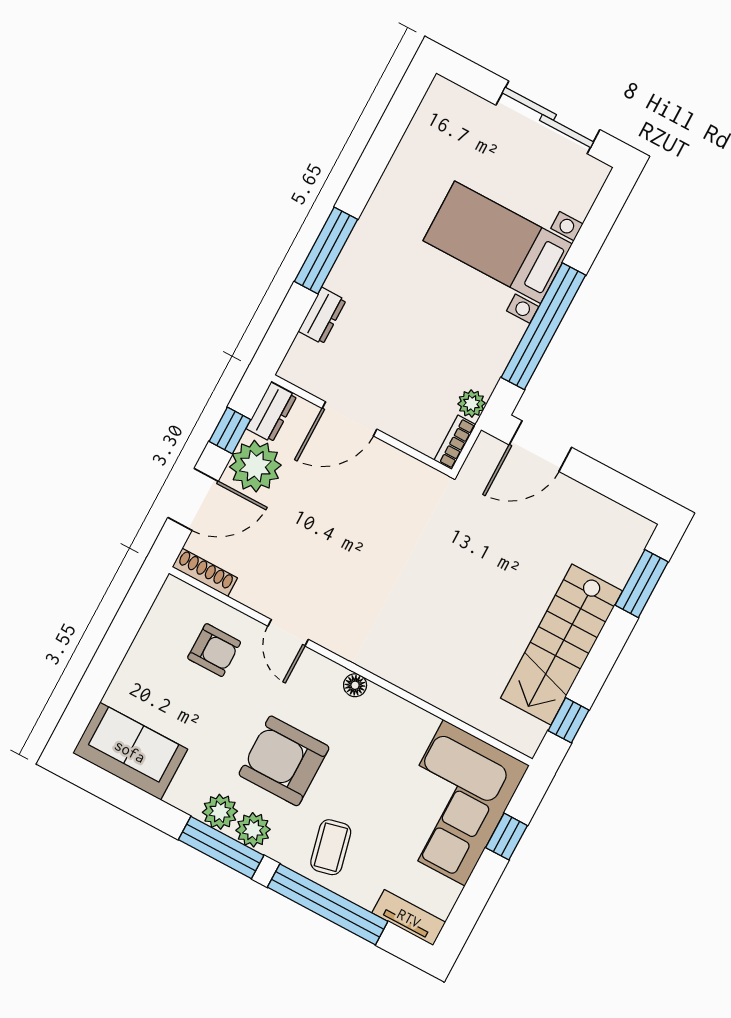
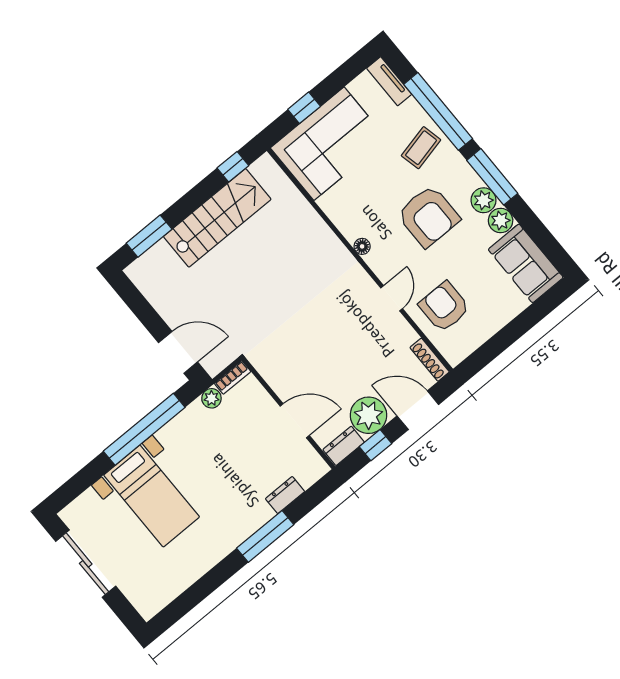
armchair: (214, 650) -> (444, 307), width x1.38, depth x1.38
plant: (253, 830) -> (501, 221), moved

